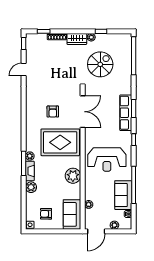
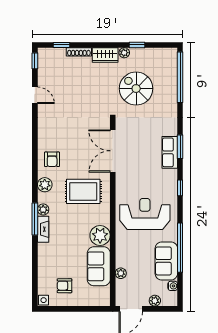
spiral stairs: (100, 64) -> (136, 89), turned -90
door: (24, 70) -> (35, 95), swing flipped
armchair: (53, 112) -> (52, 159), moved
double door: (83, 112) -> (113, 151), swing flipped
row of seats: (126, 113) -> (170, 152), width x0.68
rug: (60, 142) -> (83, 191), width x0.73, depth x0.69
reception desk: (107, 159) -> (145, 214), turned 180
plant: (31, 187) -> (45, 185), moved
sofa: (72, 214) -> (99, 266), moved

